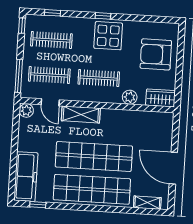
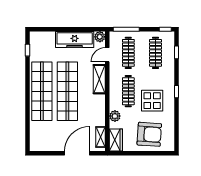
display table: (108, 36) -> (152, 101), moved
armchair: (156, 54) -> (149, 134), turned 94
door: (173, 168) -> (77, 153), moved
freezer: (26, 177) -> (75, 40), moved
shelving: (147, 203) -> (100, 137), moved

